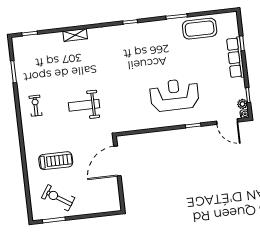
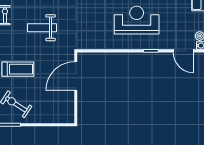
weight bench: (84, 105) -> (42, 28), moved

